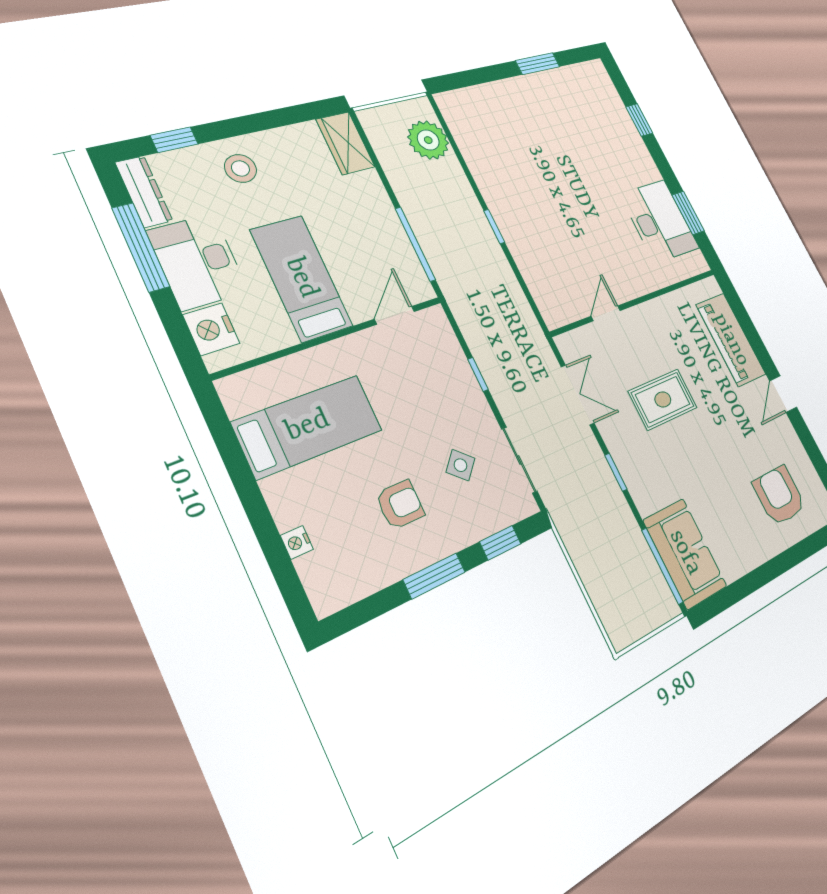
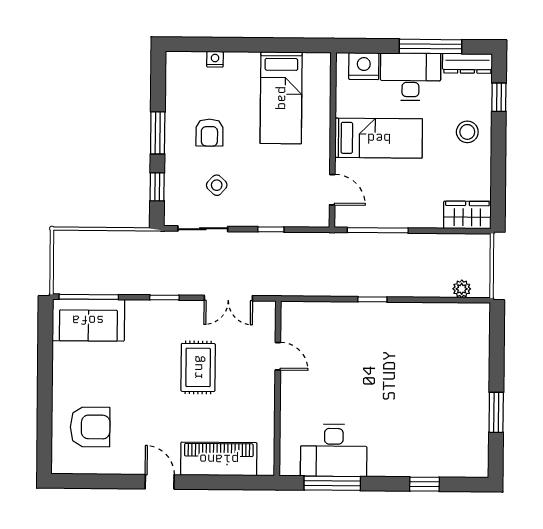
plant: (428, 140) -> (462, 289), width x0.53, depth x0.53
window: (688, 213) -> (332, 483), width x1.44

